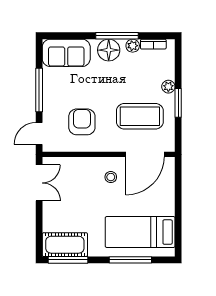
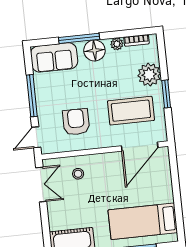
window: (117, 36) -> (79, 38), moved
plant: (168, 87) -> (149, 75), width x1.88, depth x1.88
stool: (111, 177) -> (78, 174), moved

